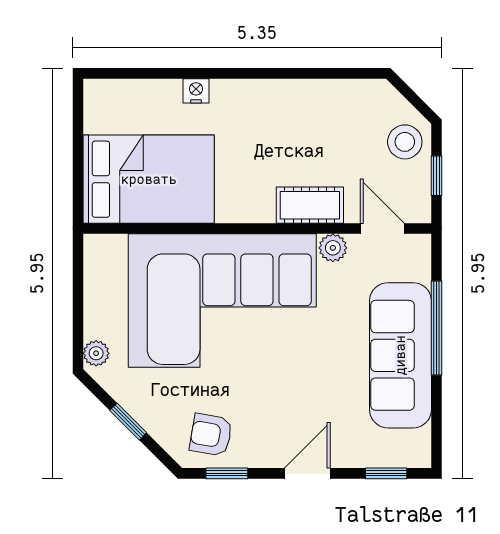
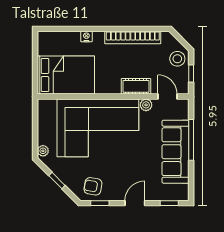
bookcase: (303, 93) -> (133, 38), added

